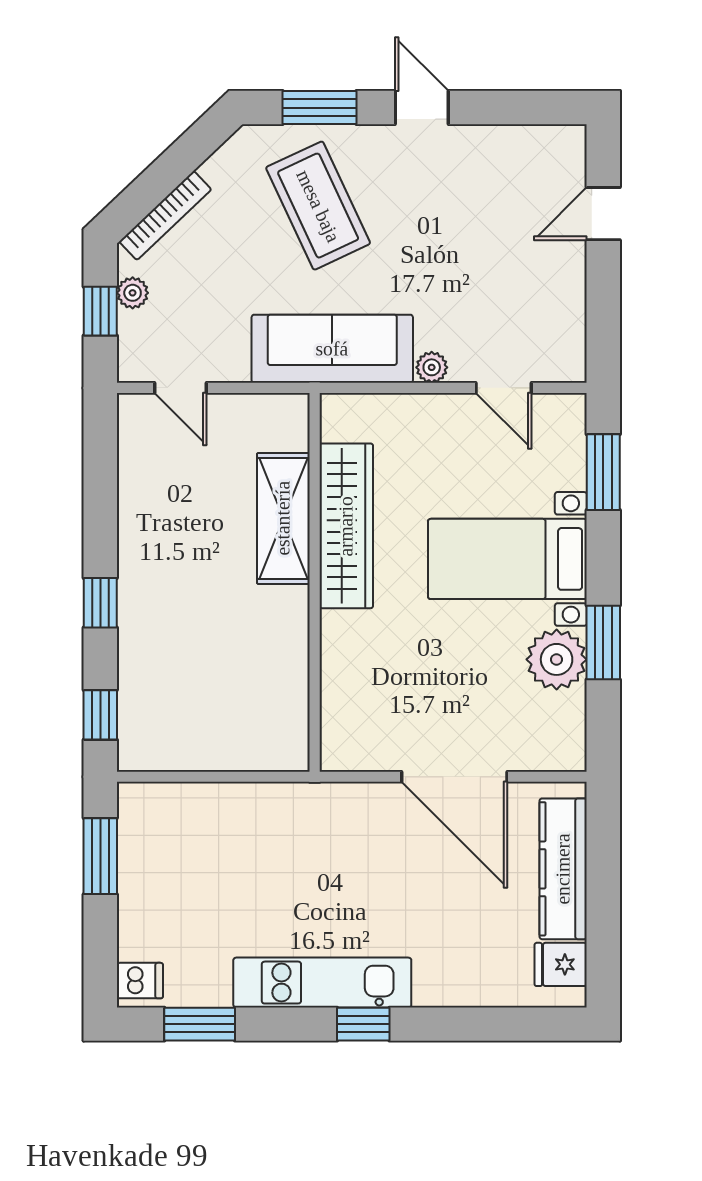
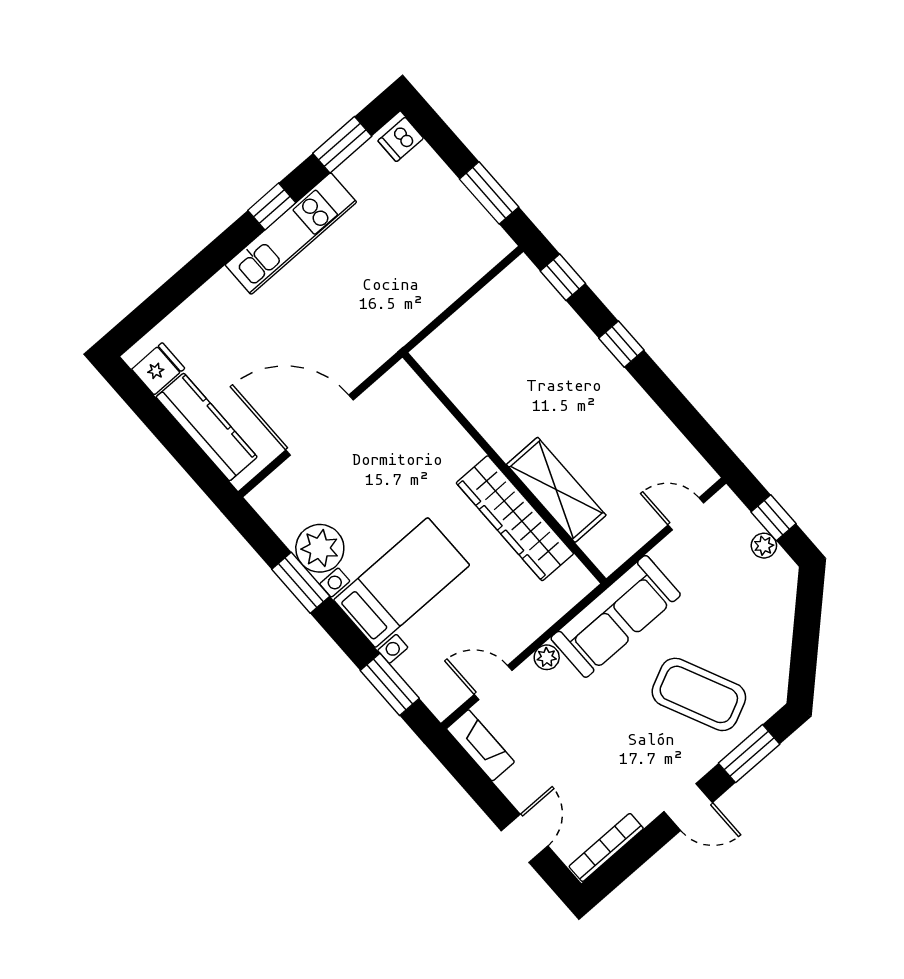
bookcase: (165, 215) -> (606, 847), moved, turned 44
fireplace: (568, 339) -> (480, 745), added
window: (363, 1024) -> (272, 206), moved

